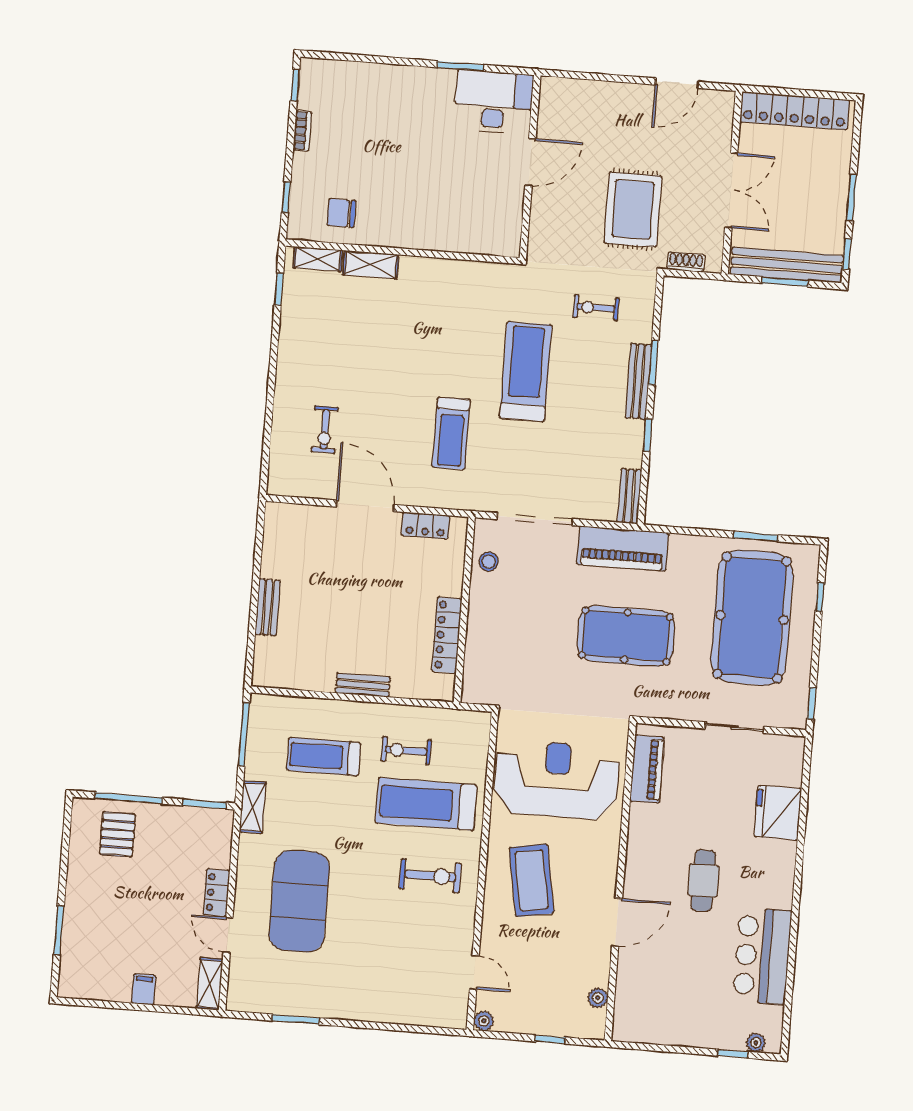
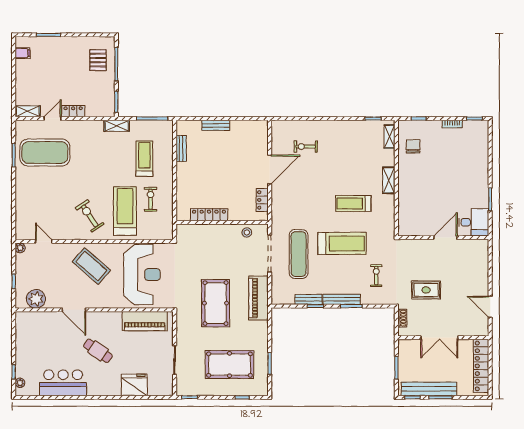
desk: (494, 102) -> (474, 222), width x0.73
door: (530, 162) -> (446, 238), swing flipped
rug: (633, 210) -> (426, 290), width x0.73, depth x0.70
shelving: (371, 265) -> (389, 180), moved
bench: (787, 265) -> (429, 389), moved, turned 90
treadmill: (451, 433) -> (353, 204), moved
exercise mat: (540, 461) -> (299, 254), added
bench: (629, 496) -> (309, 299), moved
pool table: (752, 618) -> (230, 365), width x0.73, depth x0.76
bench: (363, 685) -> (181, 148), moved
piano: (647, 769) -> (145, 321), width x1.37, depth x1.33
pallet: (118, 834) -> (98, 60), turned 90
exercise bike: (430, 876) -> (90, 216), turned 146
coffee table: (531, 880) -> (91, 266), turned 51
cafe table: (703, 881) -> (98, 351), turned 35
exercise mat: (299, 901) -> (45, 152), moved
door: (474, 972) -> (44, 241), swing flipped
filing cabinet: (144, 989) -> (23, 53), moved
plant: (598, 998) -> (36, 299), width x1.88, depth x1.88

